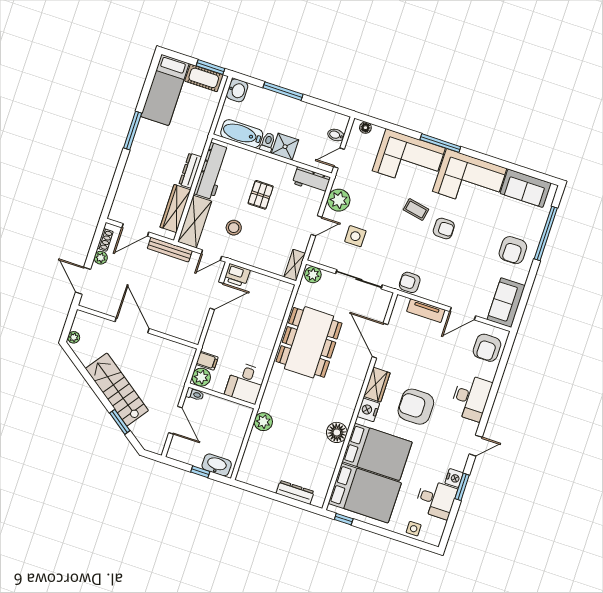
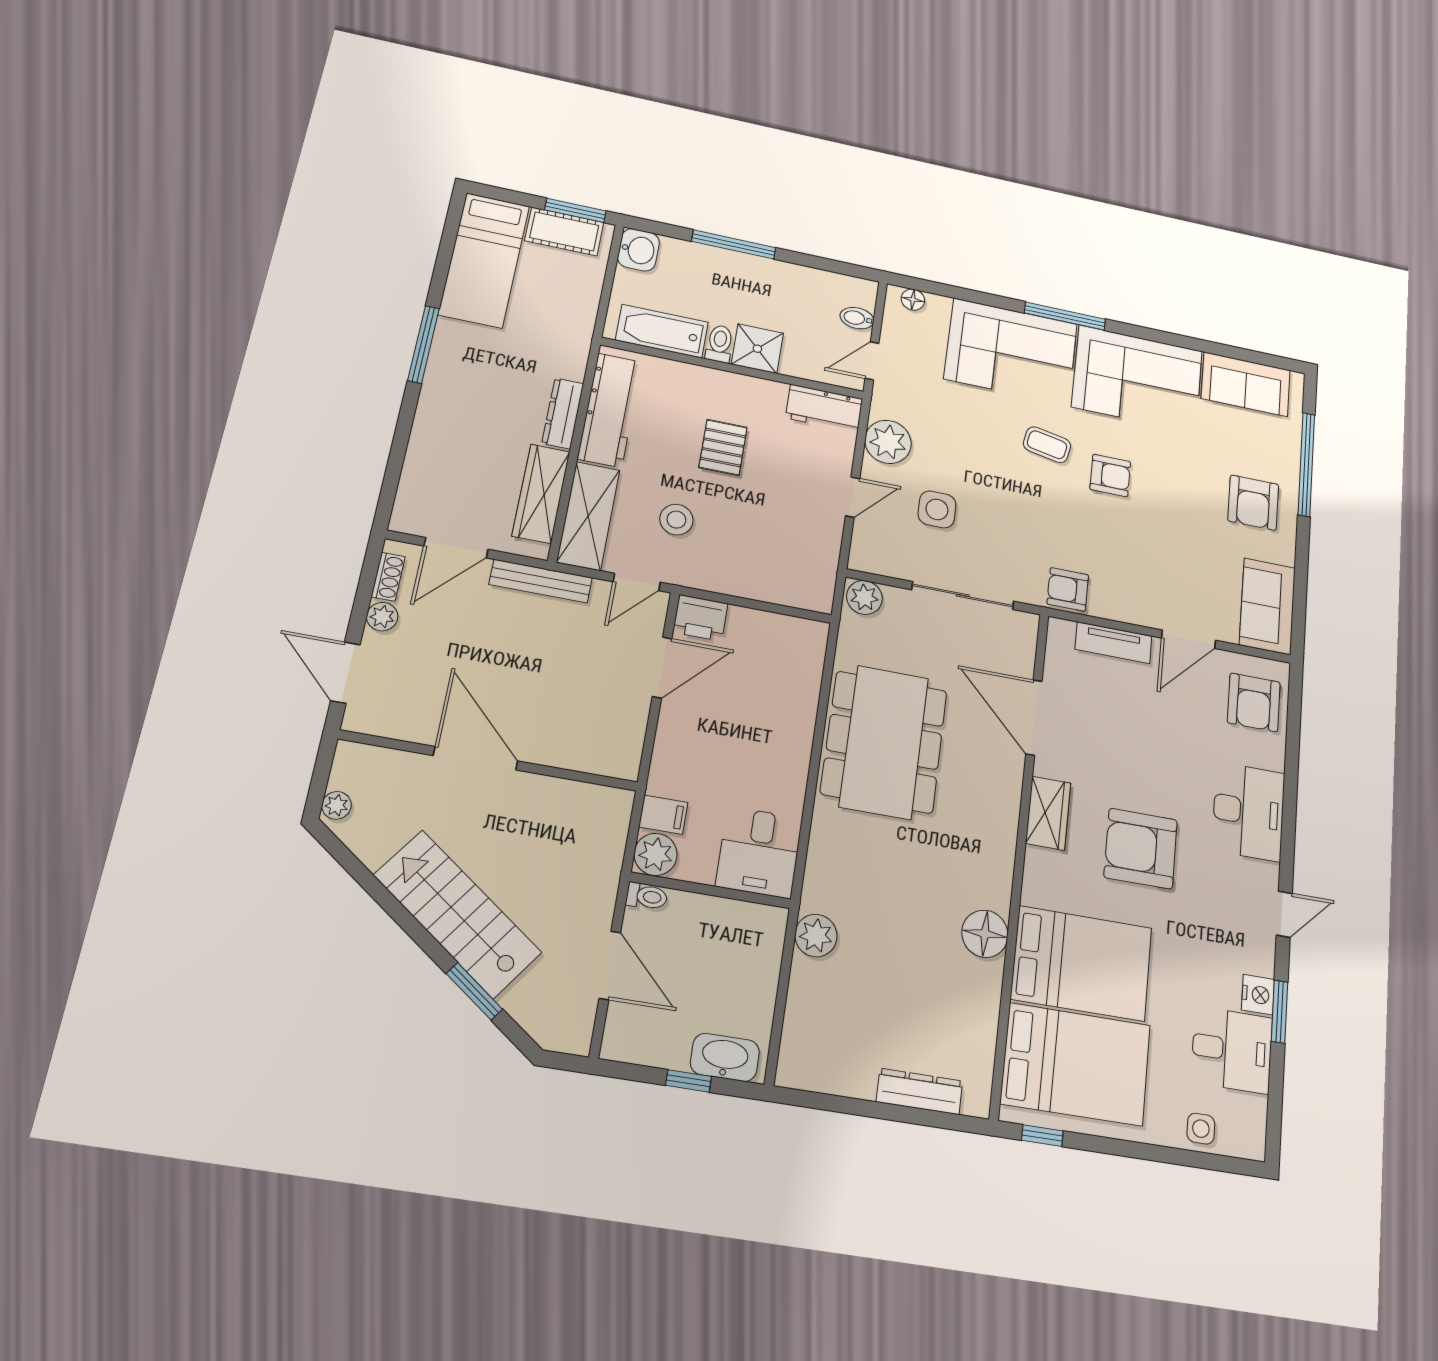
shelving: (295, 265) -> (822, 582), removed
nightstand: (368, 410) -> (1042, 872), removed

